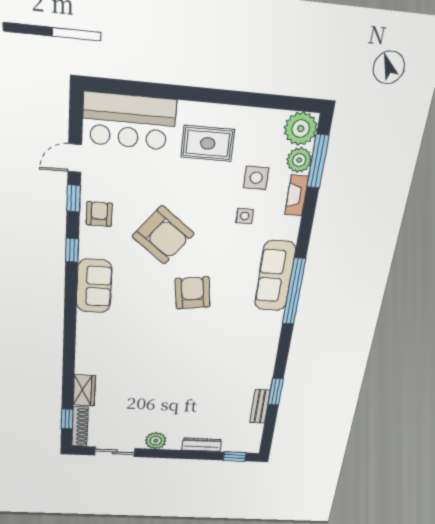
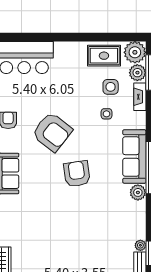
rug: (208, 143) -> (104, 56), moved
plant: (272, 321) -> (138, 192), added
plant: (265, 382) -> (140, 245), added

